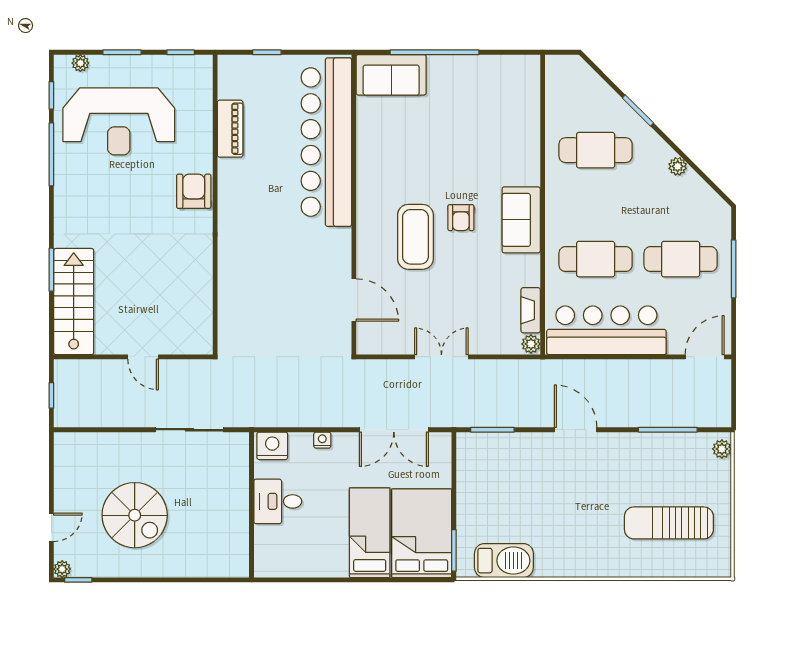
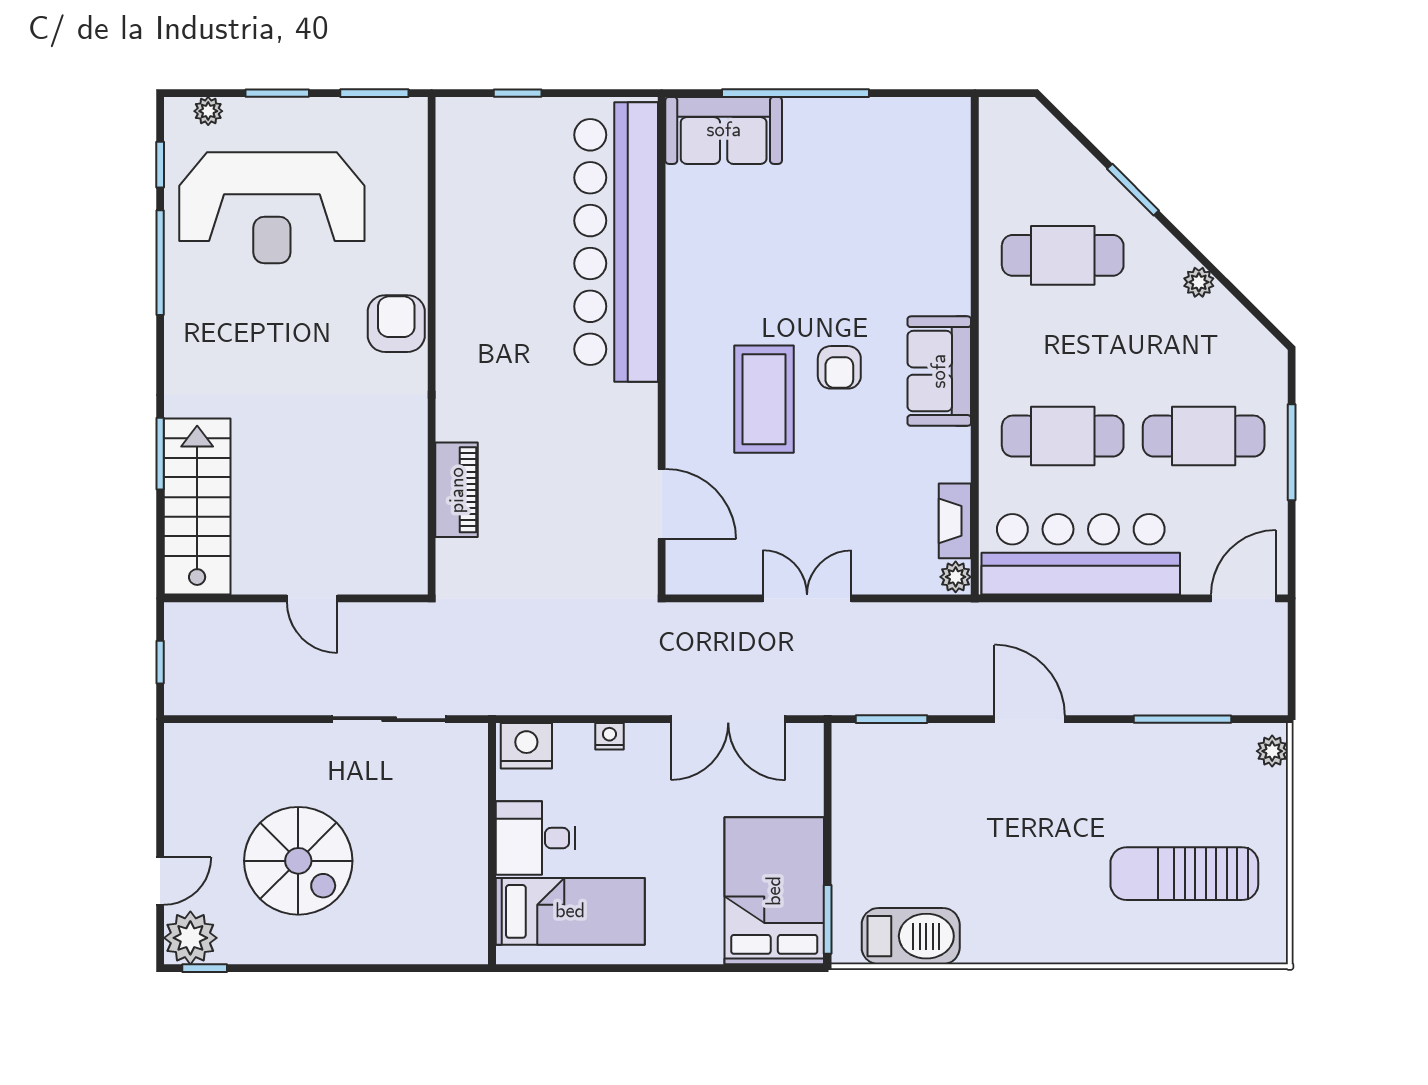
window: (181, 52) -> (374, 93), width x1.50
piano: (230, 129) -> (457, 490), moved
bed: (370, 533) -> (570, 911), moved, turned 90
plant: (62, 569) -> (190, 938), width x1.87, depth x1.87

